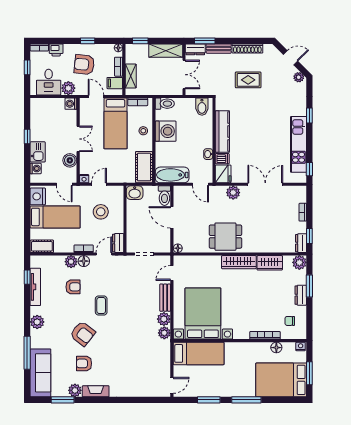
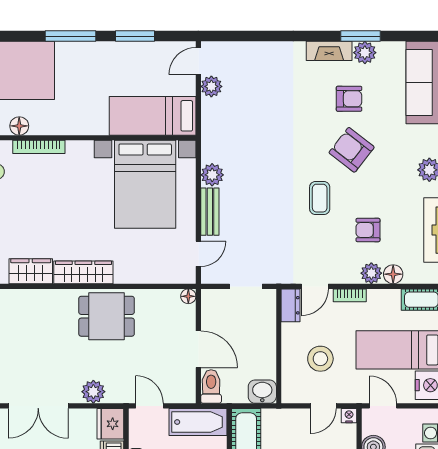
floor lamp: (84, 261) -> (393, 274), moved
plant: (164, 333) -> (211, 86), moved
window: (63, 400) -> (360, 36), moved

